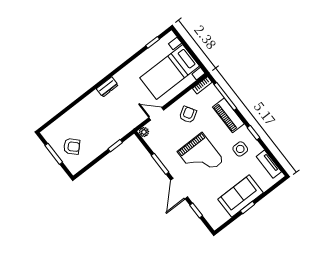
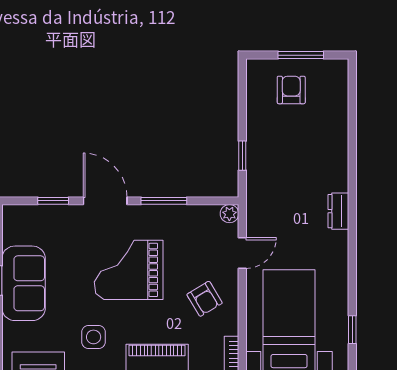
armchair: (72, 146) -> (291, 90), turned 135

